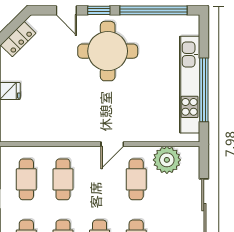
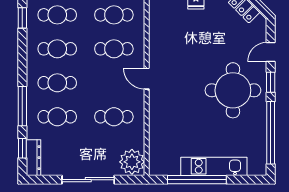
kitchen unit: (190, 85) -> (214, 166), width x0.73
door: (112, 144) -> (147, 79), moved
plant: (167, 160) -> (132, 162), moved

